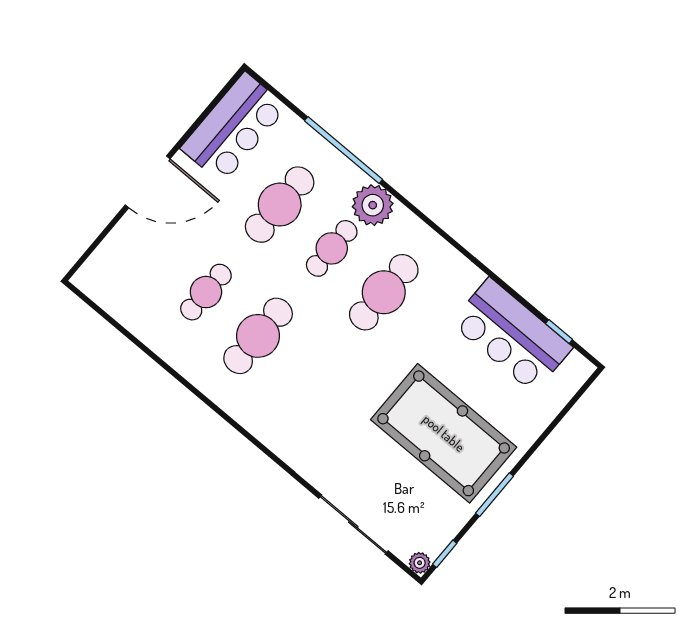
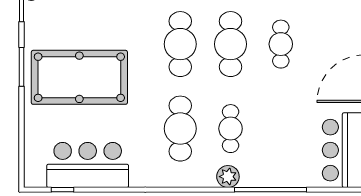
cafe table: (280, 205) -> (180, 44), moved
plant: (373, 205) -> (228, 177), width x0.73, depth x0.73

